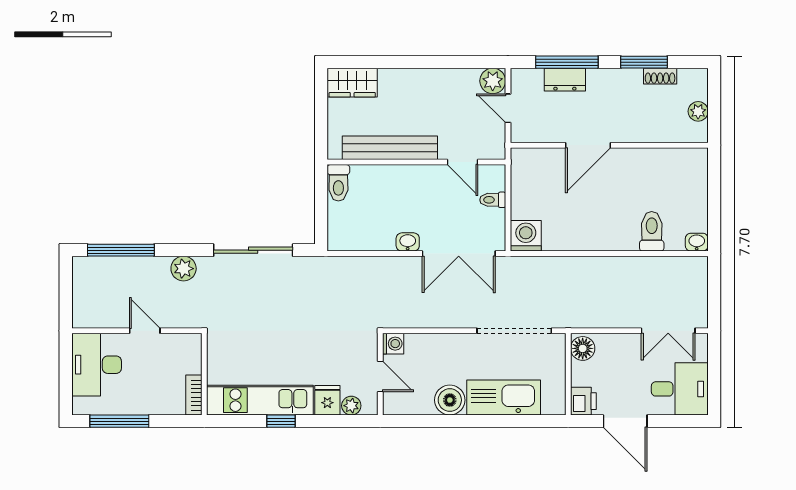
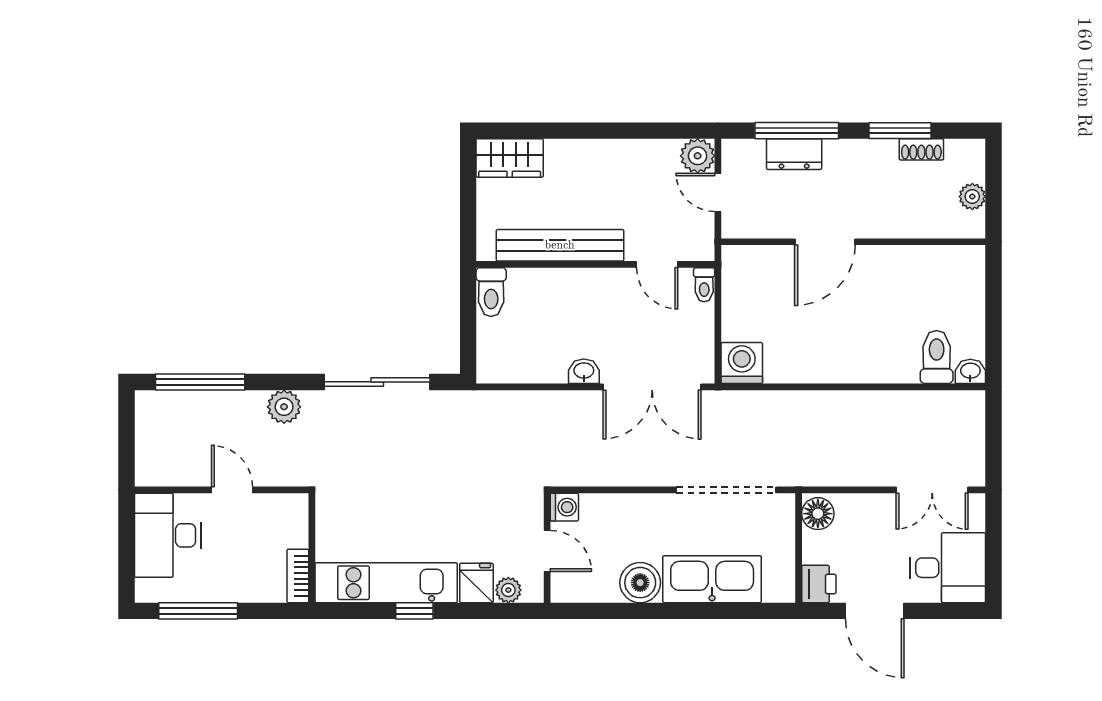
toilet: (493, 200) -> (704, 285), moved, turned -90
toilet: (652, 231) -> (937, 357), moved

